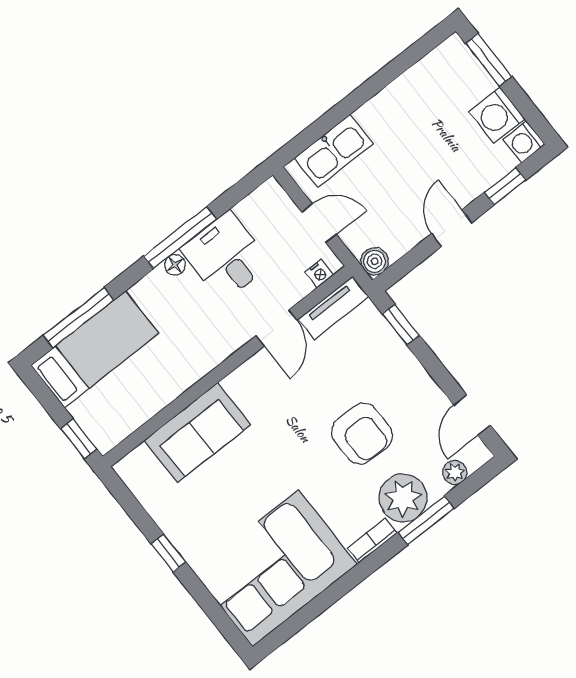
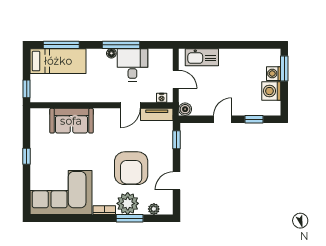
washing machine: (524, 142) -> (274, 74), moved
door: (472, 415) -> (177, 181), moved
armchair: (362, 433) -> (131, 168), width x1.36, depth x1.36

